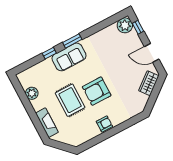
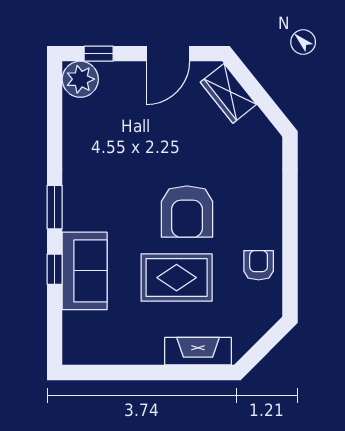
sofa: (69, 57) -> (85, 271), moved
plant: (32, 93) -> (119, 350), removed
armchair: (104, 124) -> (259, 265), moved

